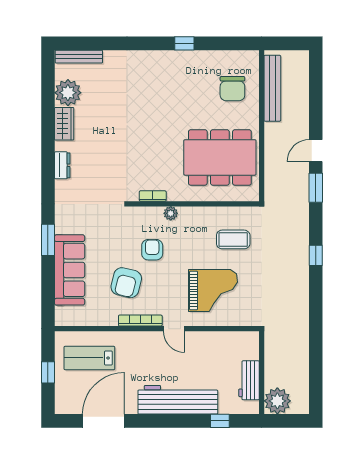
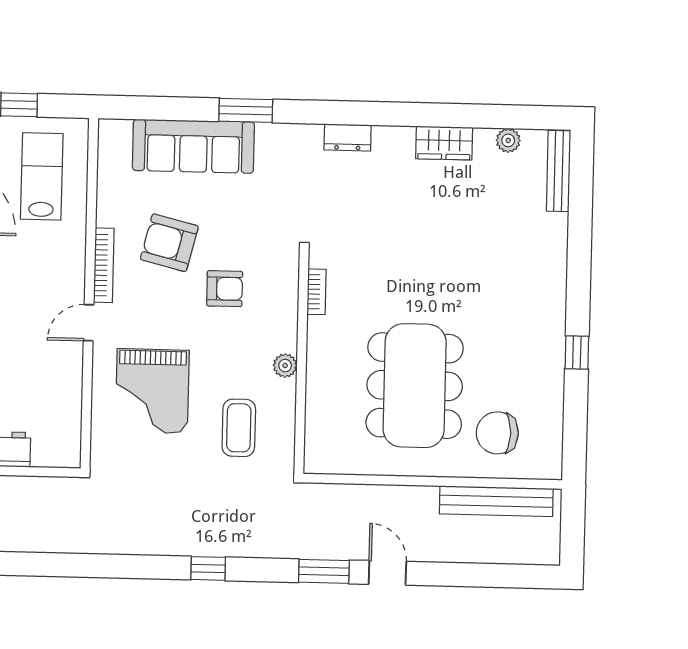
plant: (68, 93) -> (508, 140), width x0.53, depth x0.53
dining table: (220, 157) -> (415, 386), moved
dresser: (62, 165) -> (348, 137), moved
plant: (171, 213) -> (285, 366), moved

